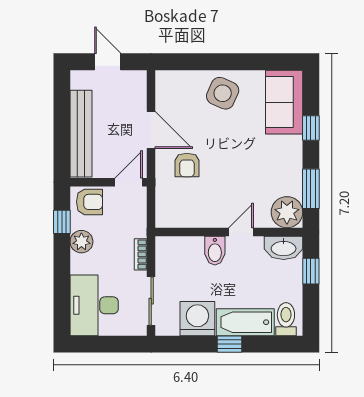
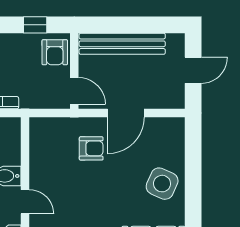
armchair: (187, 165) -> (91, 148), turned 180
plant: (81, 242) -> (16, 44), removed

